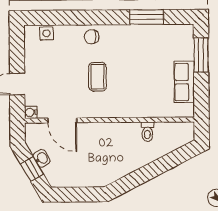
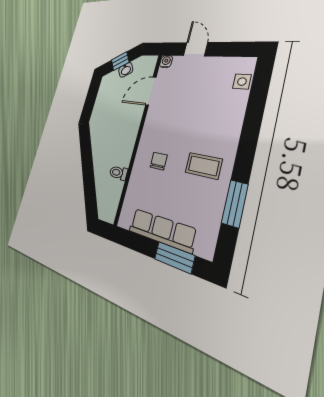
chair: (92, 37) -> (159, 161), moved
coffee table: (97, 77) -> (204, 166), moved
row of seats: (184, 82) -> (162, 230), width x1.48

